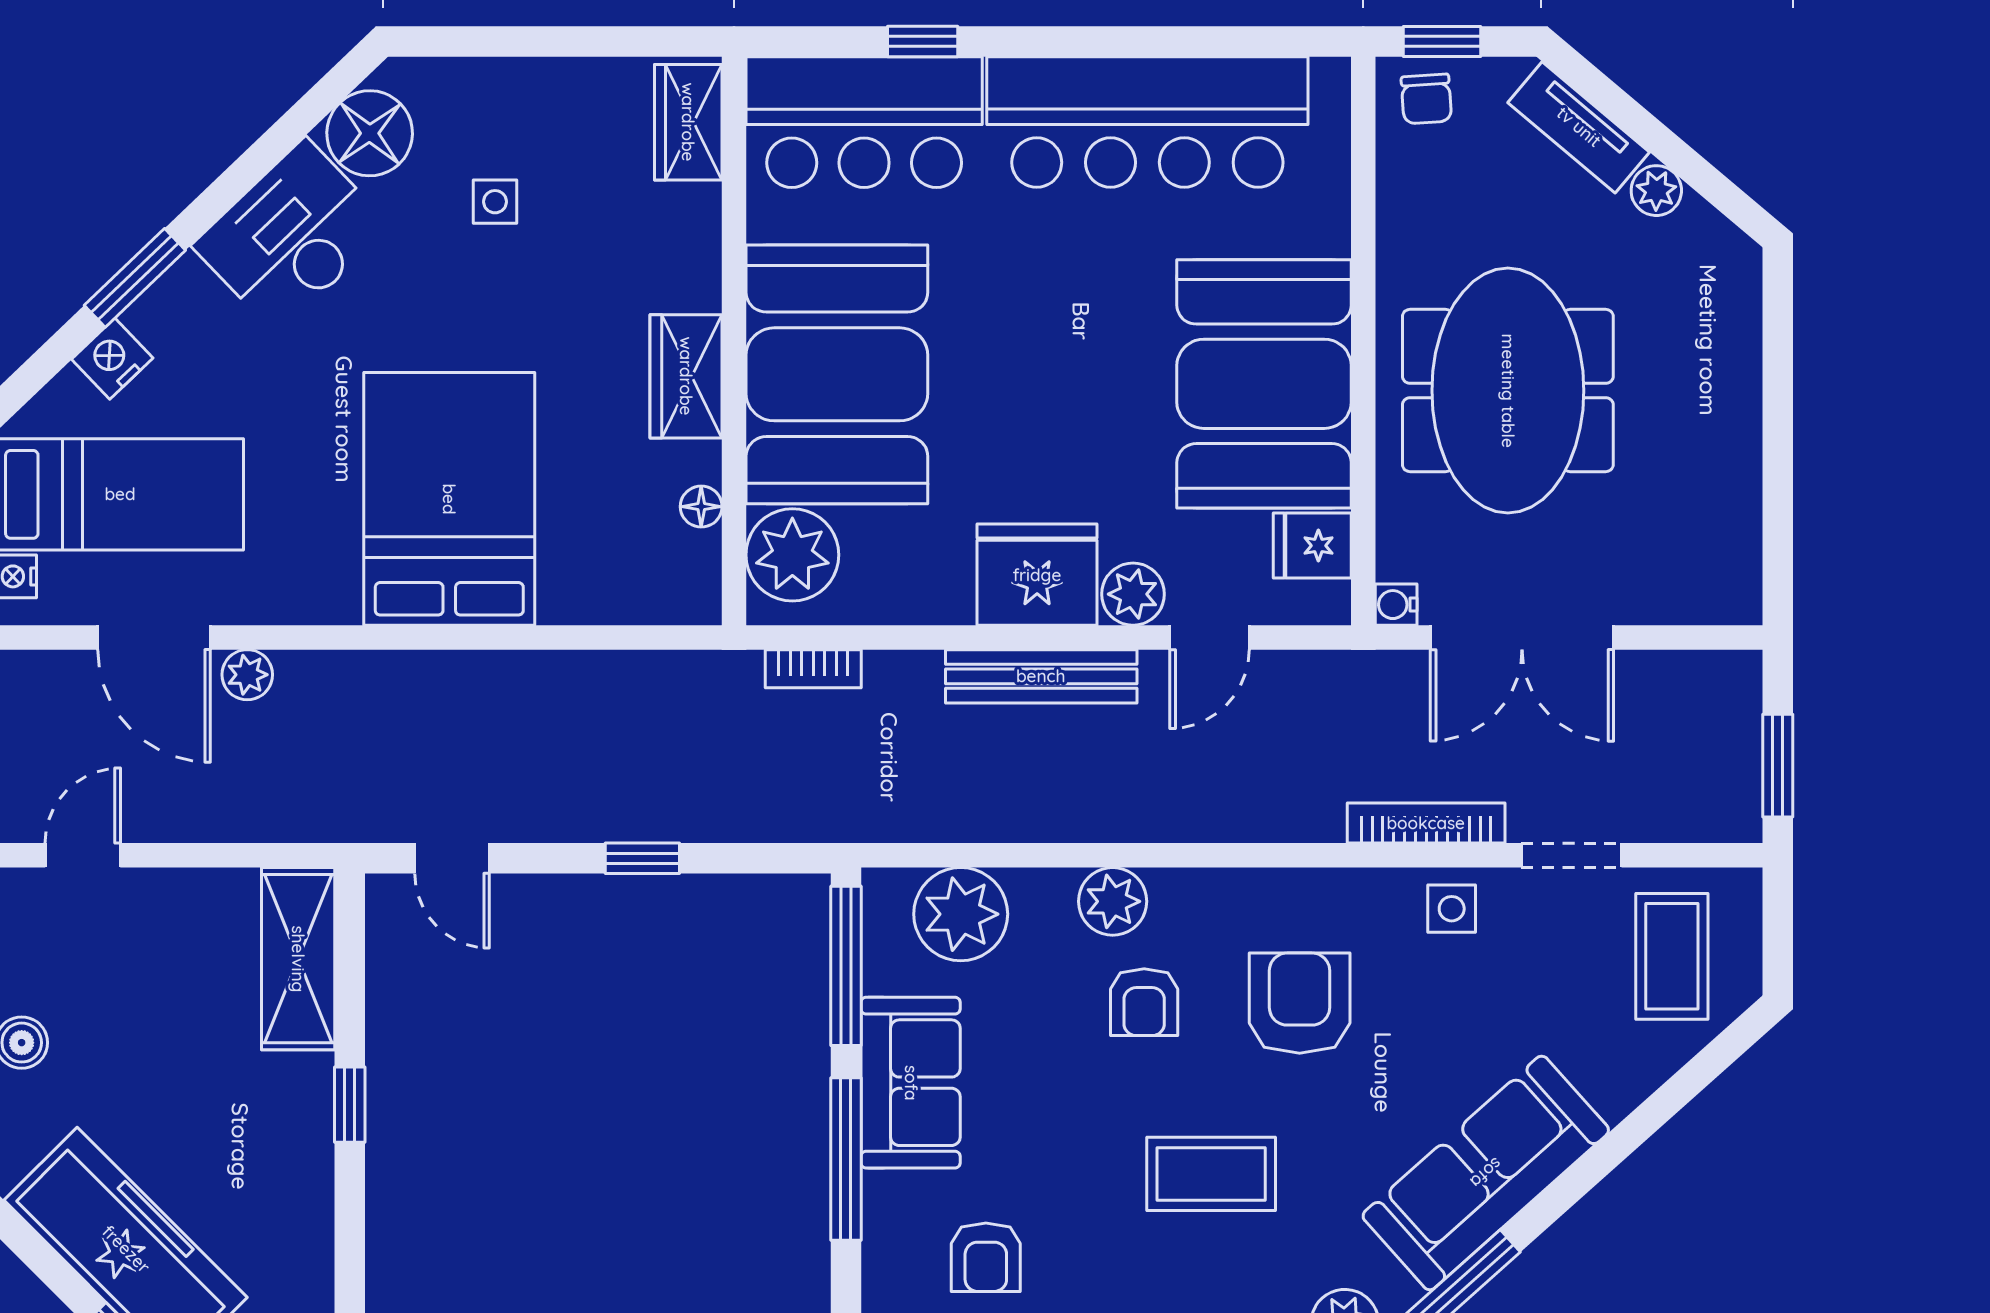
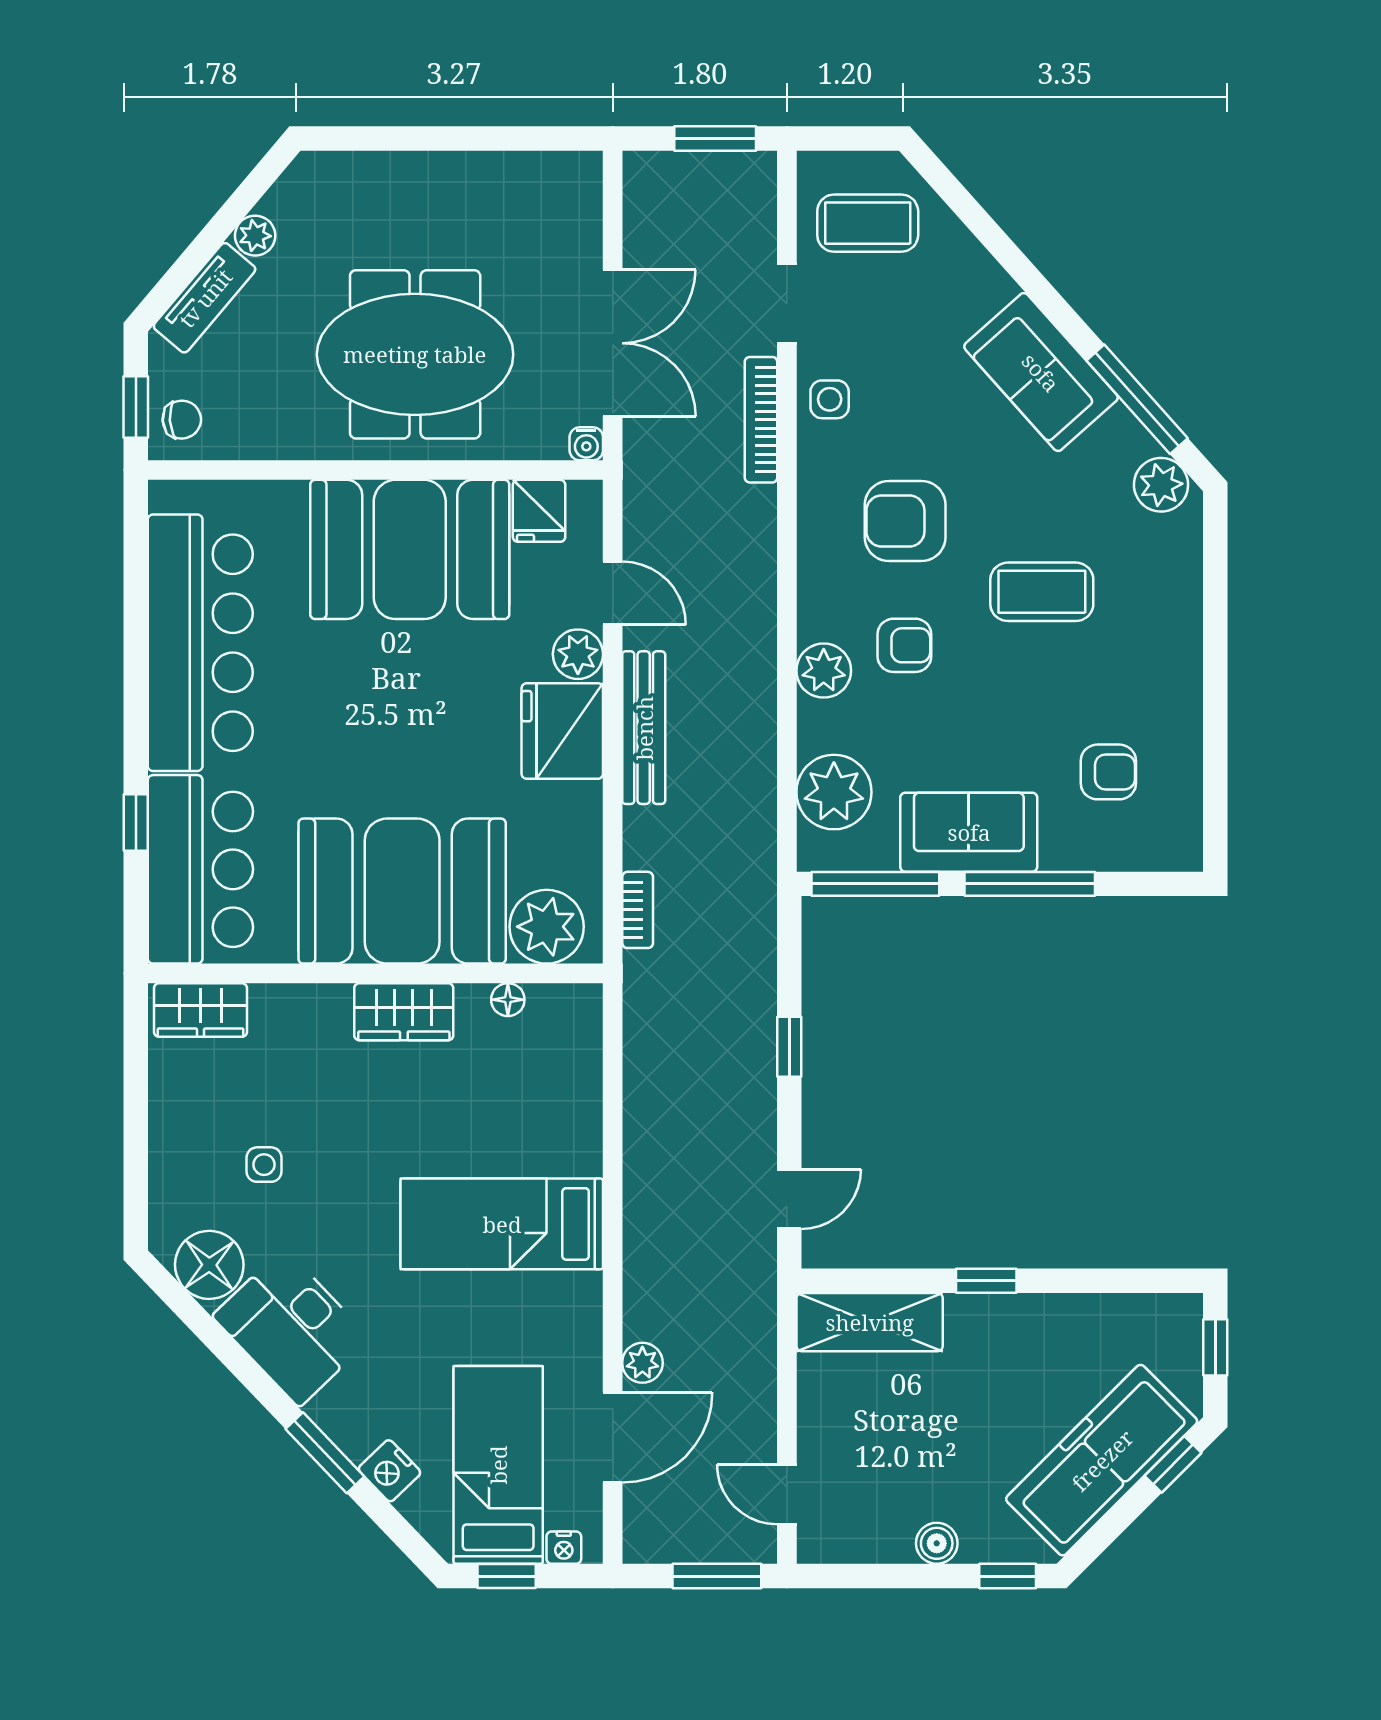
bed: (449, 499) -> (502, 1224), width x0.67
sofa: (1486, 1173) -> (1041, 372), width x0.73
coffee table: (1211, 1174) -> (1042, 592), turned 90

